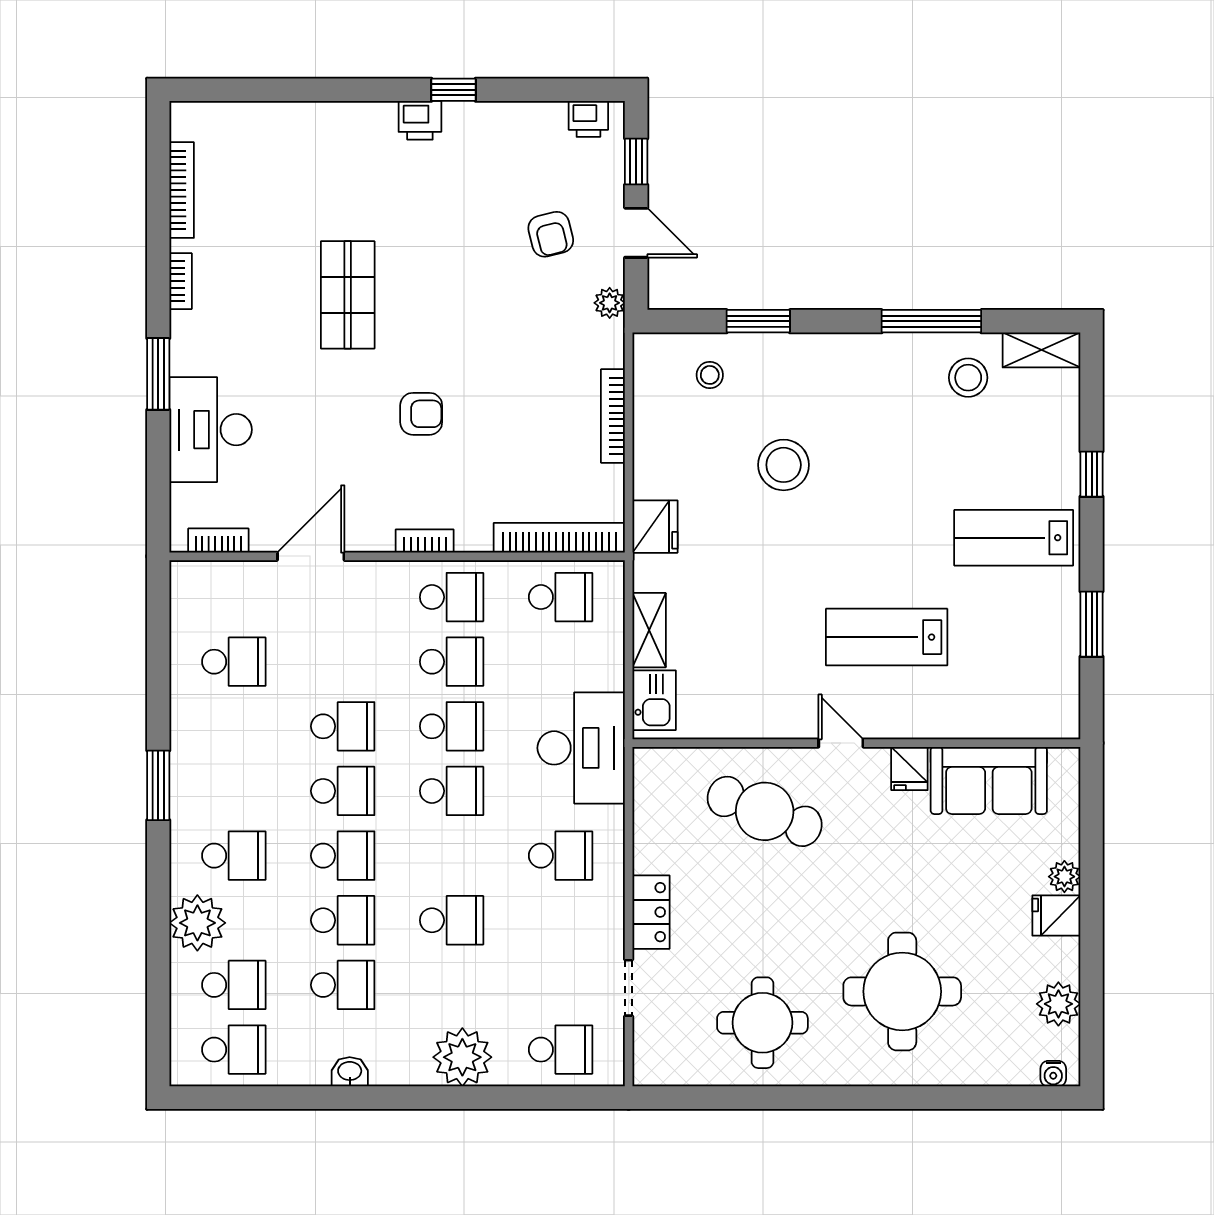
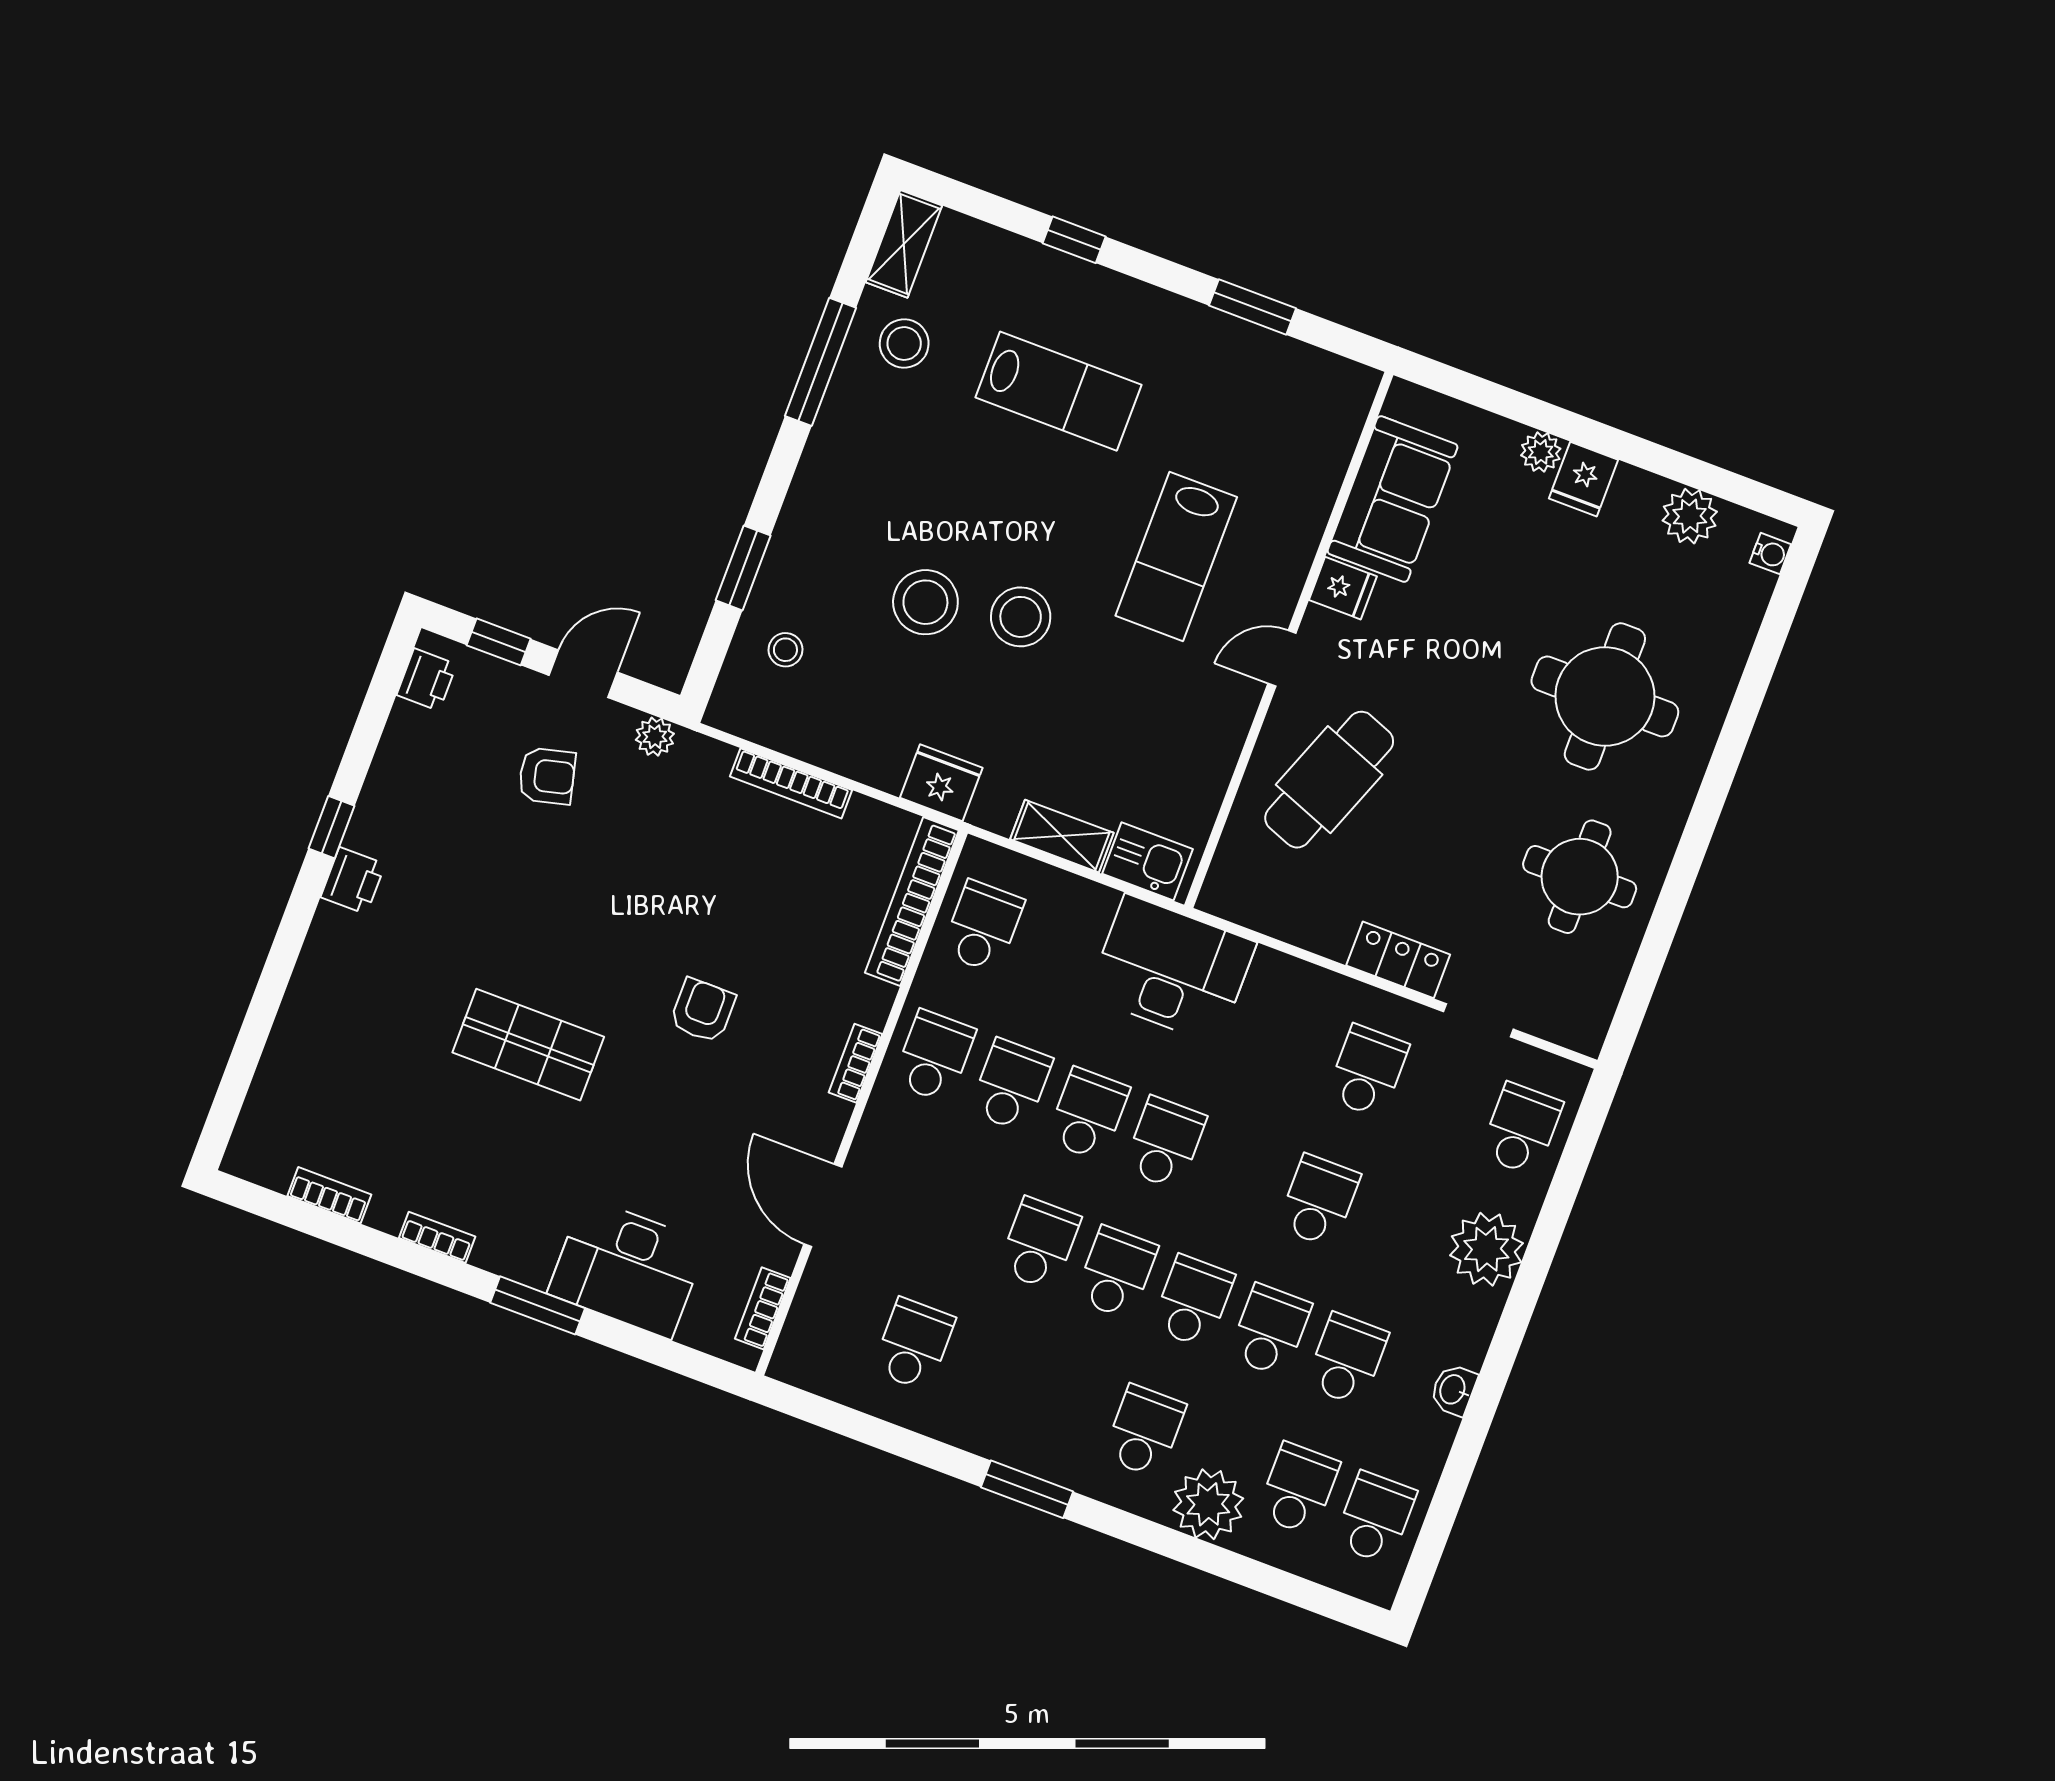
bookcase: (182, 190) -> (329, 1195), width x0.64
lab bench: (1014, 538) -> (1058, 391), moved, turned -90
stool: (799, 539) -> (1021, 617), added
school desk: (561, 856) -> (1367, 1071), moved

